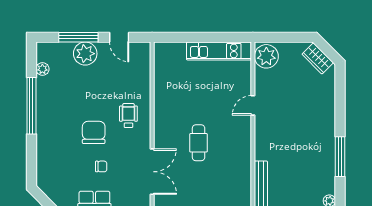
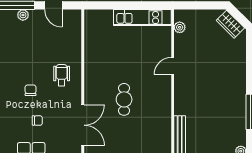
plant: (85, 54) -> (23, 15), width x0.53, depth x0.53
plant: (266, 56) -> (180, 27), width x0.53, depth x0.53
chair: (94, 132) -> (31, 90), width x0.54, depth x0.54

